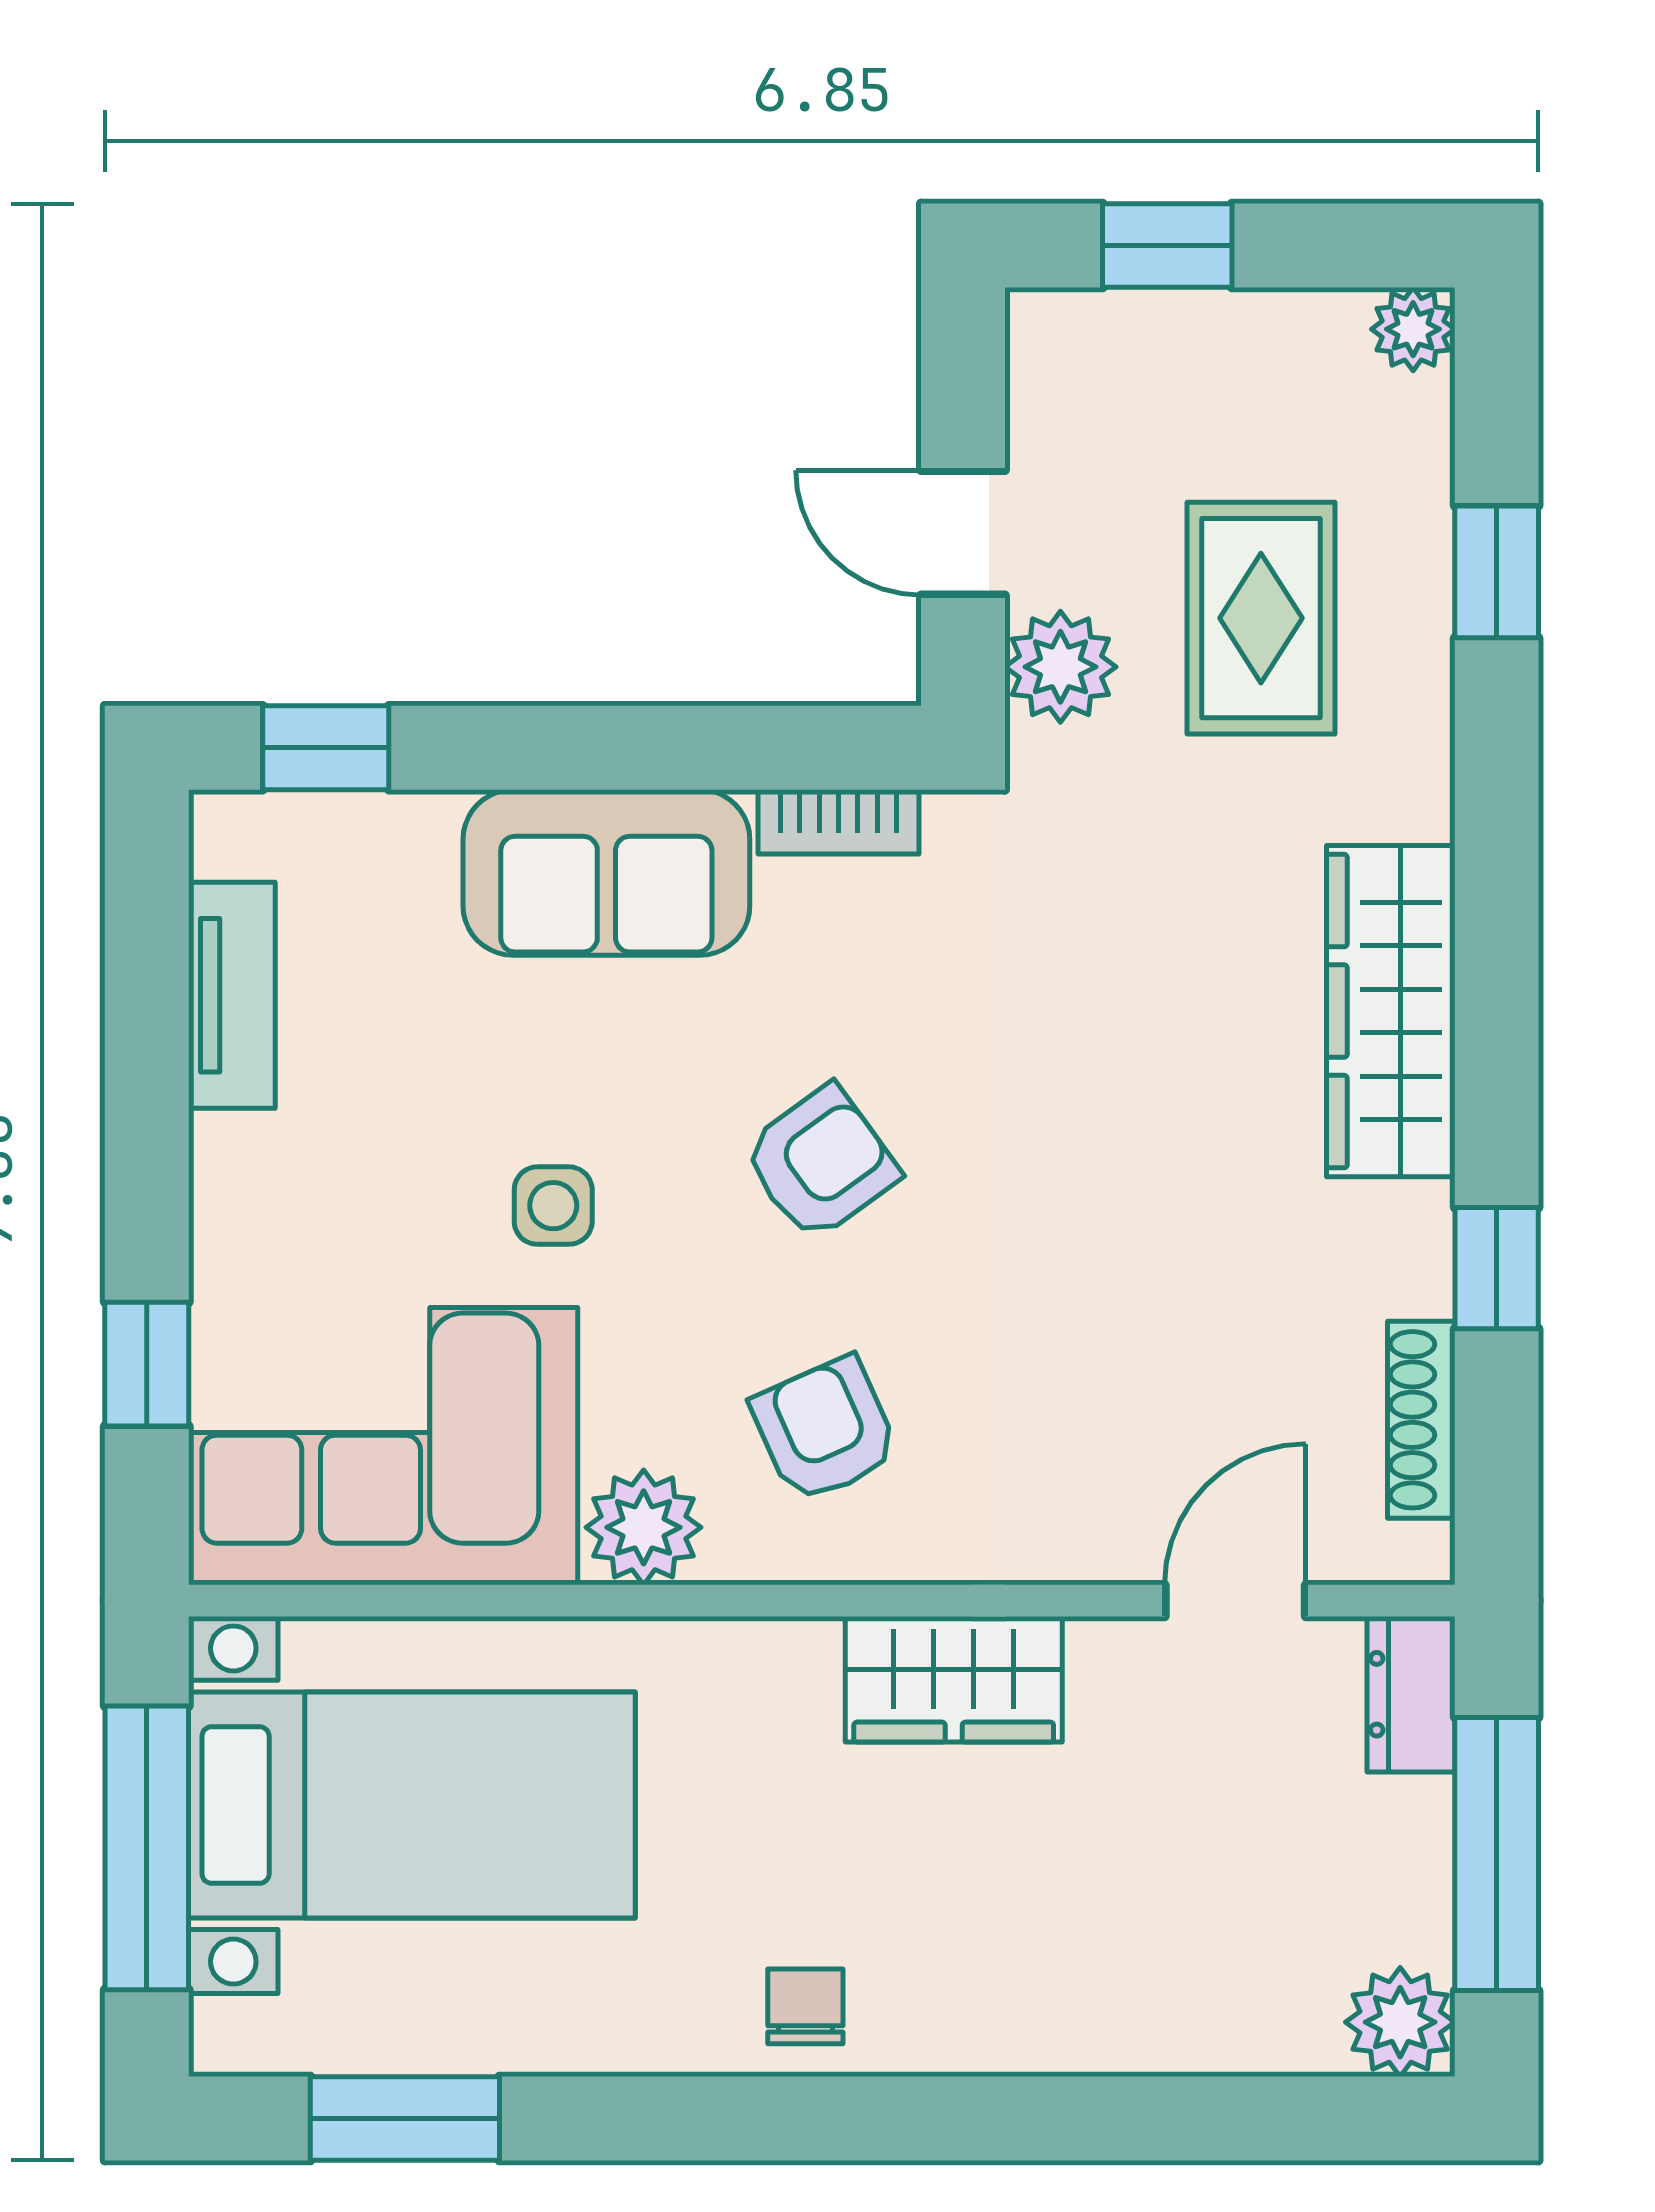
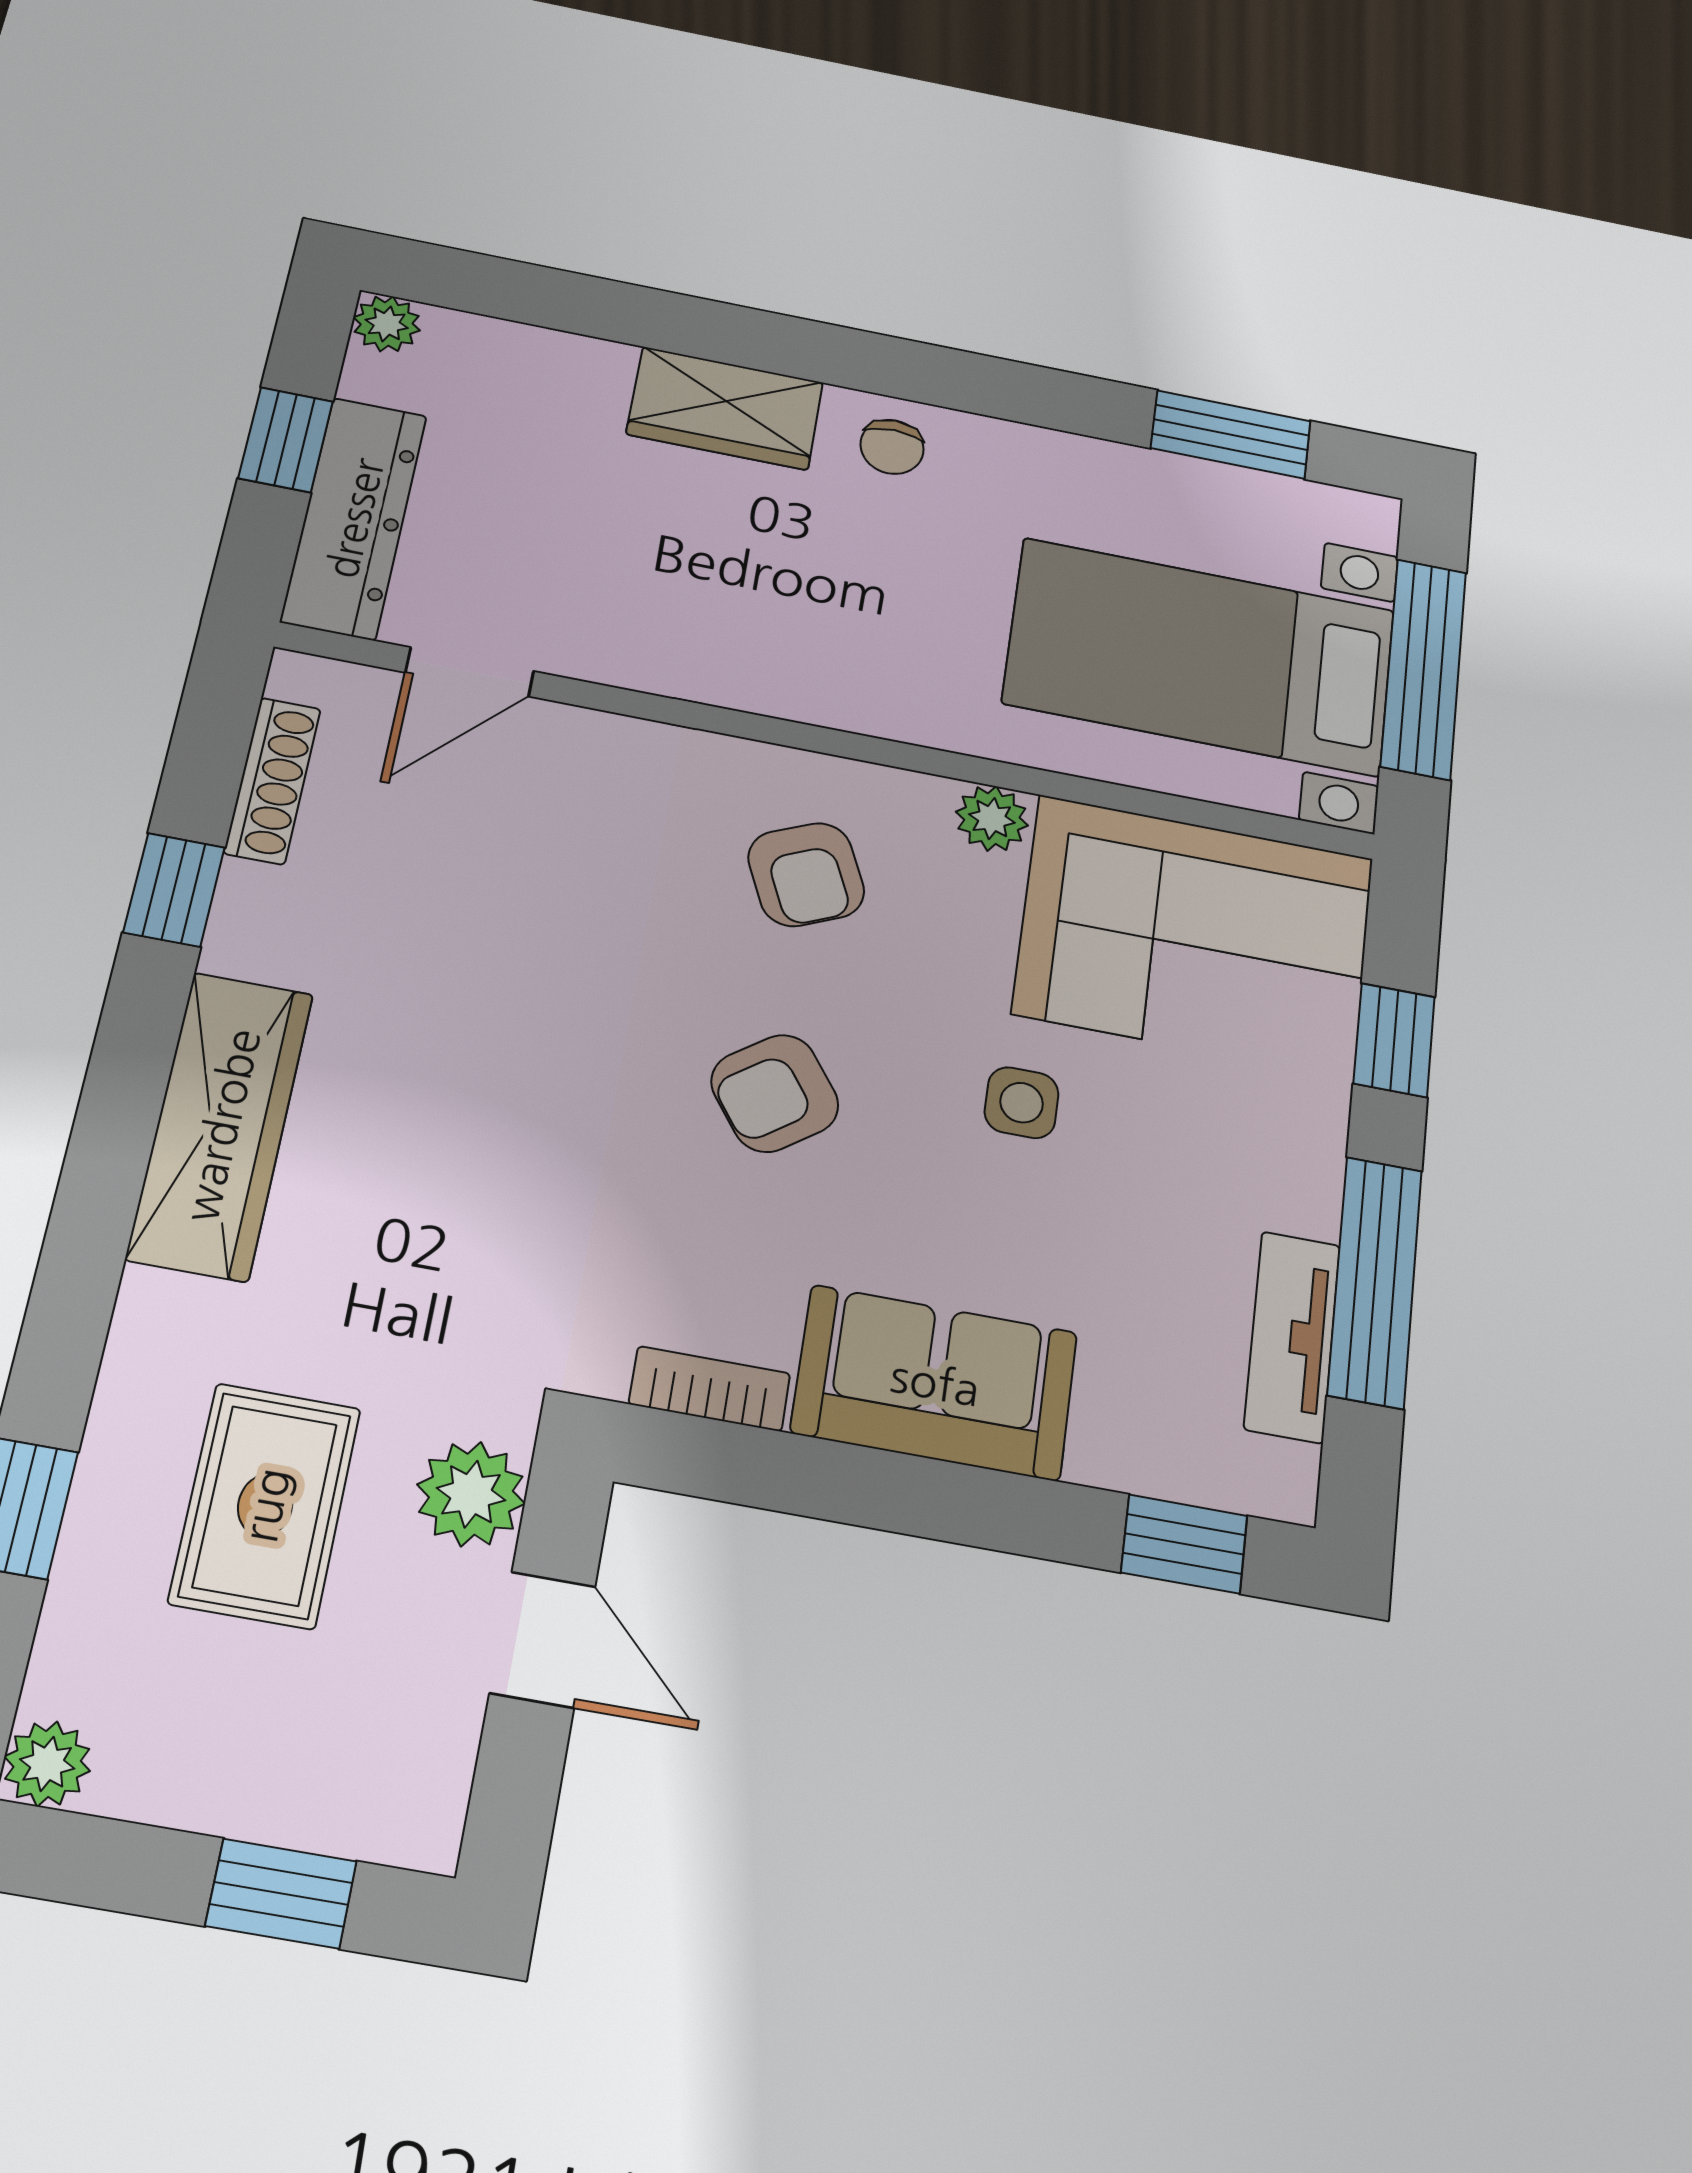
window: (147, 1075) -> (1375, 1282), added
plant: (644, 1527) -> (992, 819), width x0.73, depth x0.73
wardrobe: (954, 1679) -> (725, 408), moved, turned 180
dresser: (1411, 1694) -> (354, 518), width x1.96, depth x1.24
window: (1497, 1854) -> (286, 440), width x0.46
plant: (1400, 2022) -> (387, 324), width x0.73, depth x0.73

